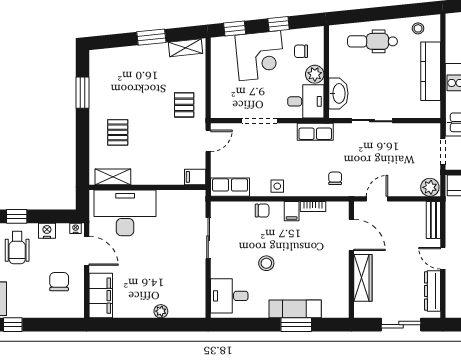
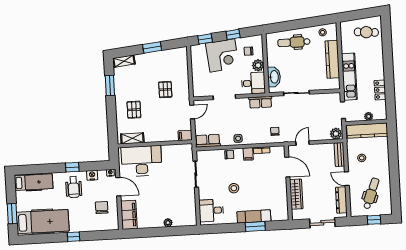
shelving: (186, 48) -> (124, 61), moved
pallet: (184, 105) -> (165, 90), moved

